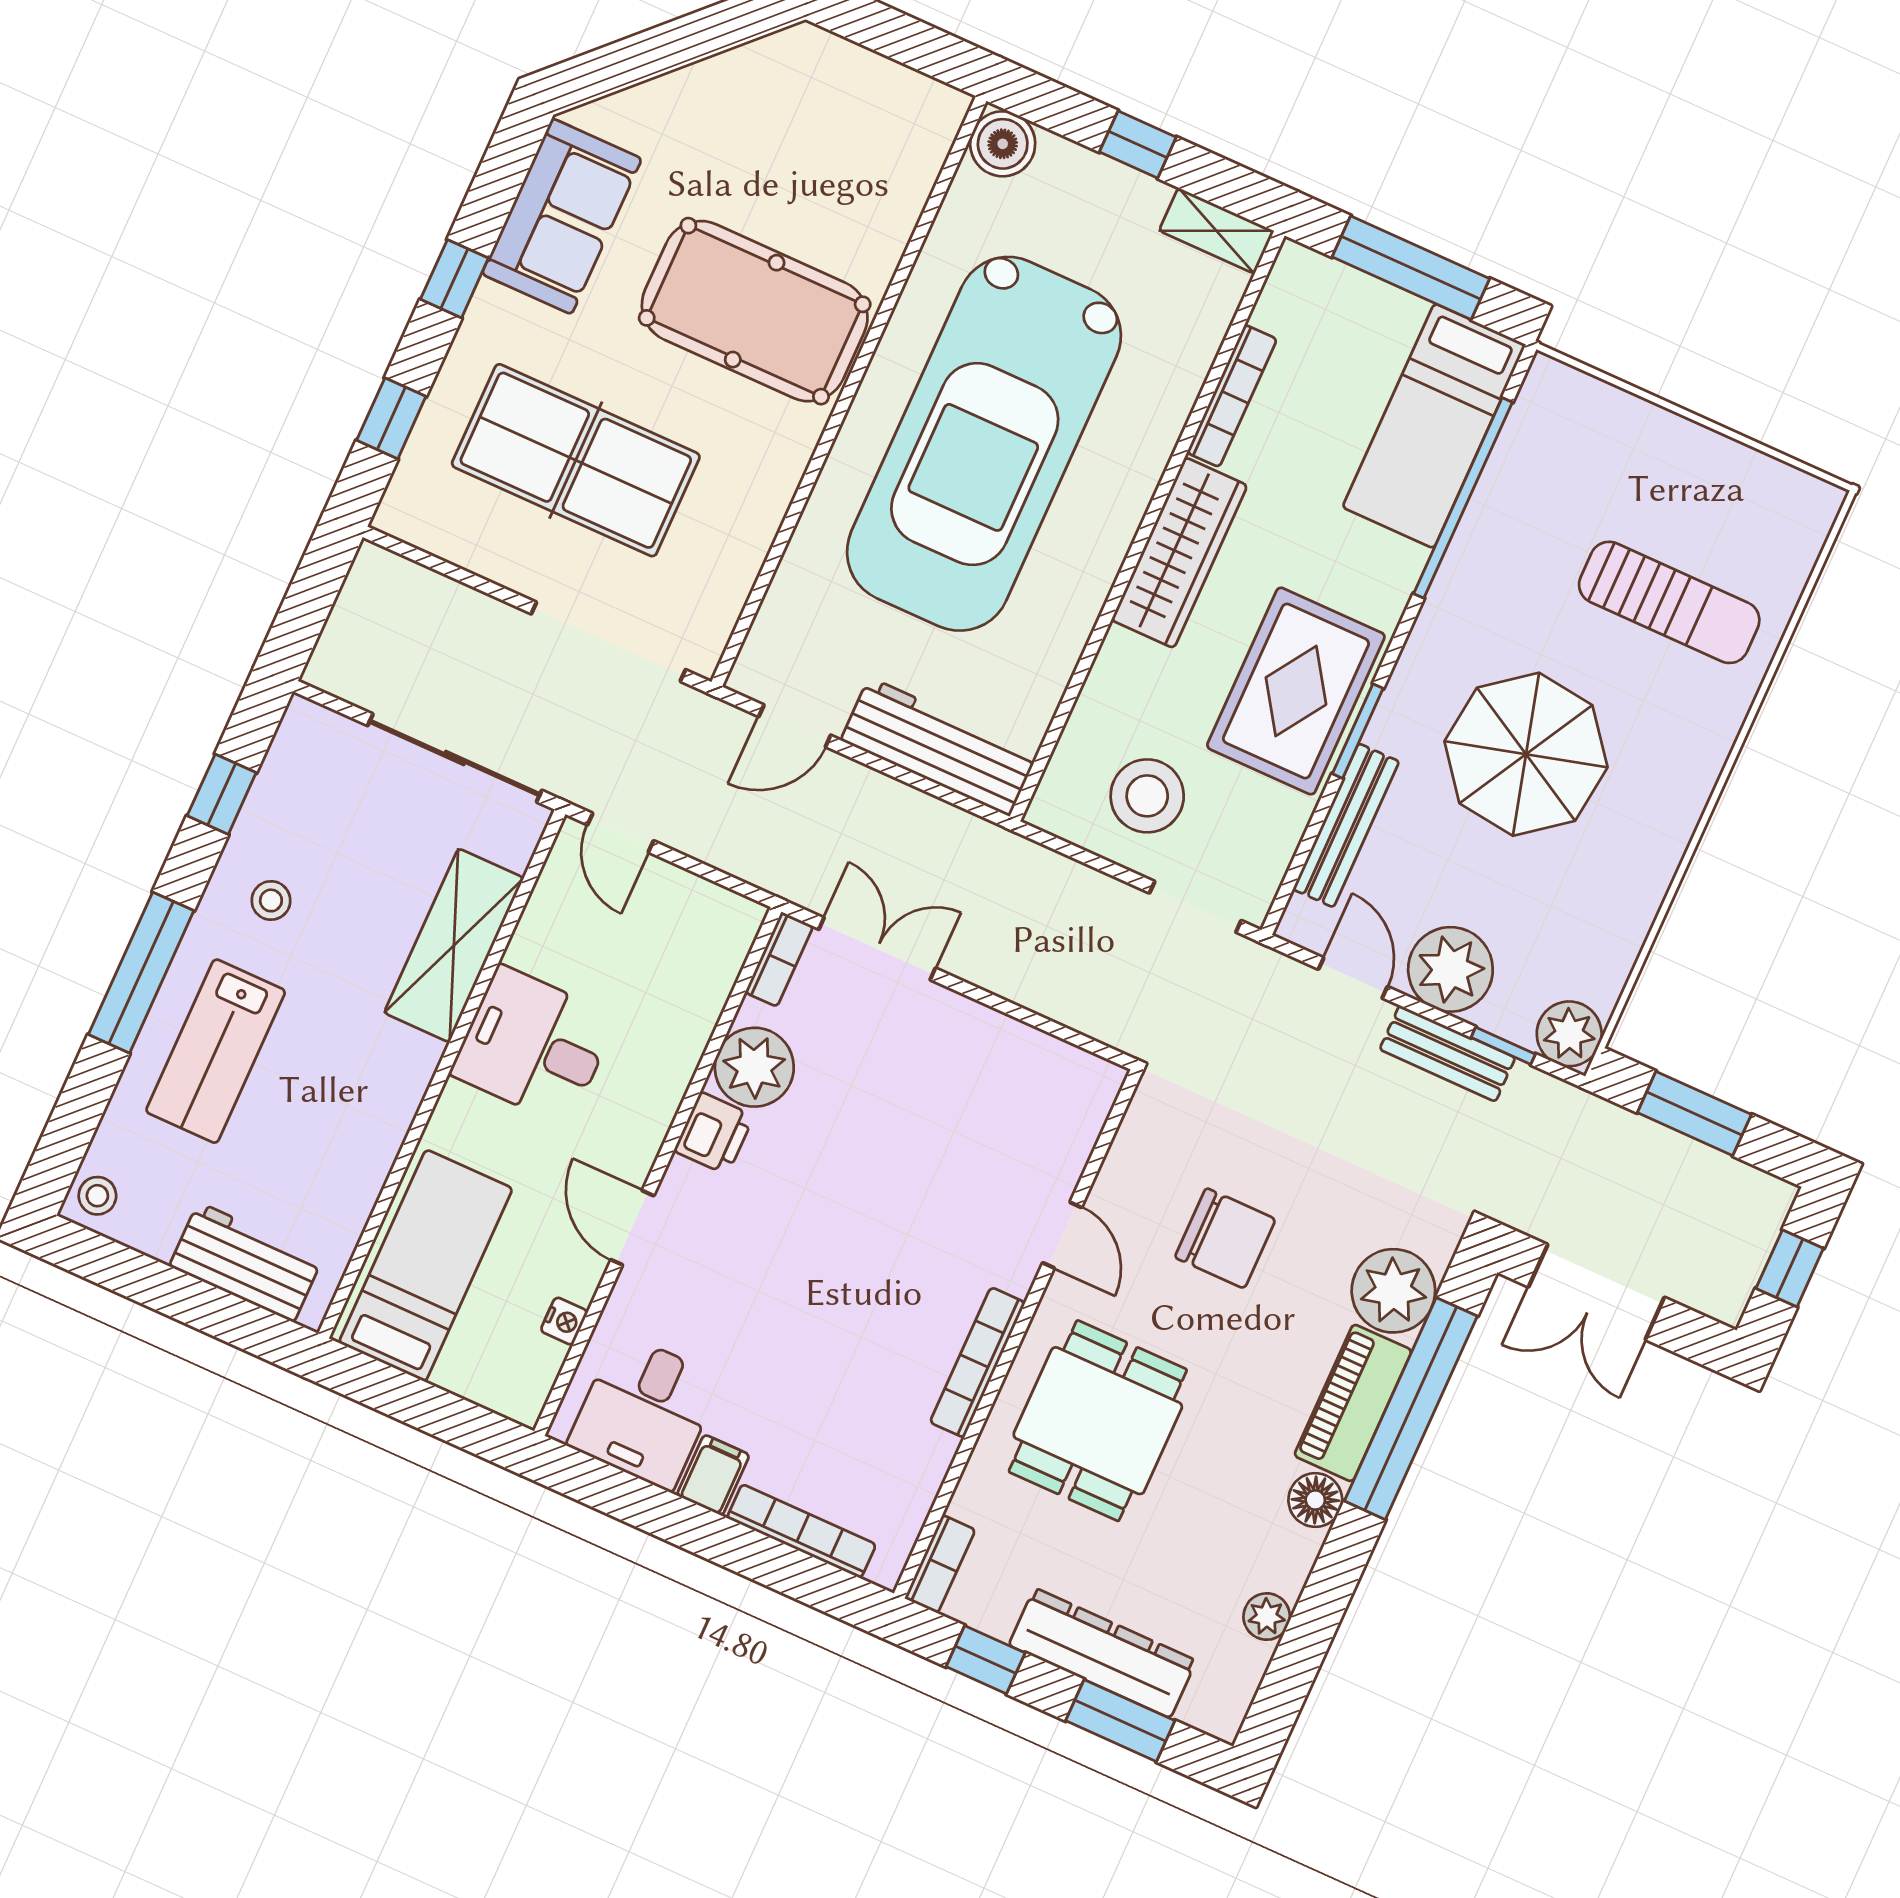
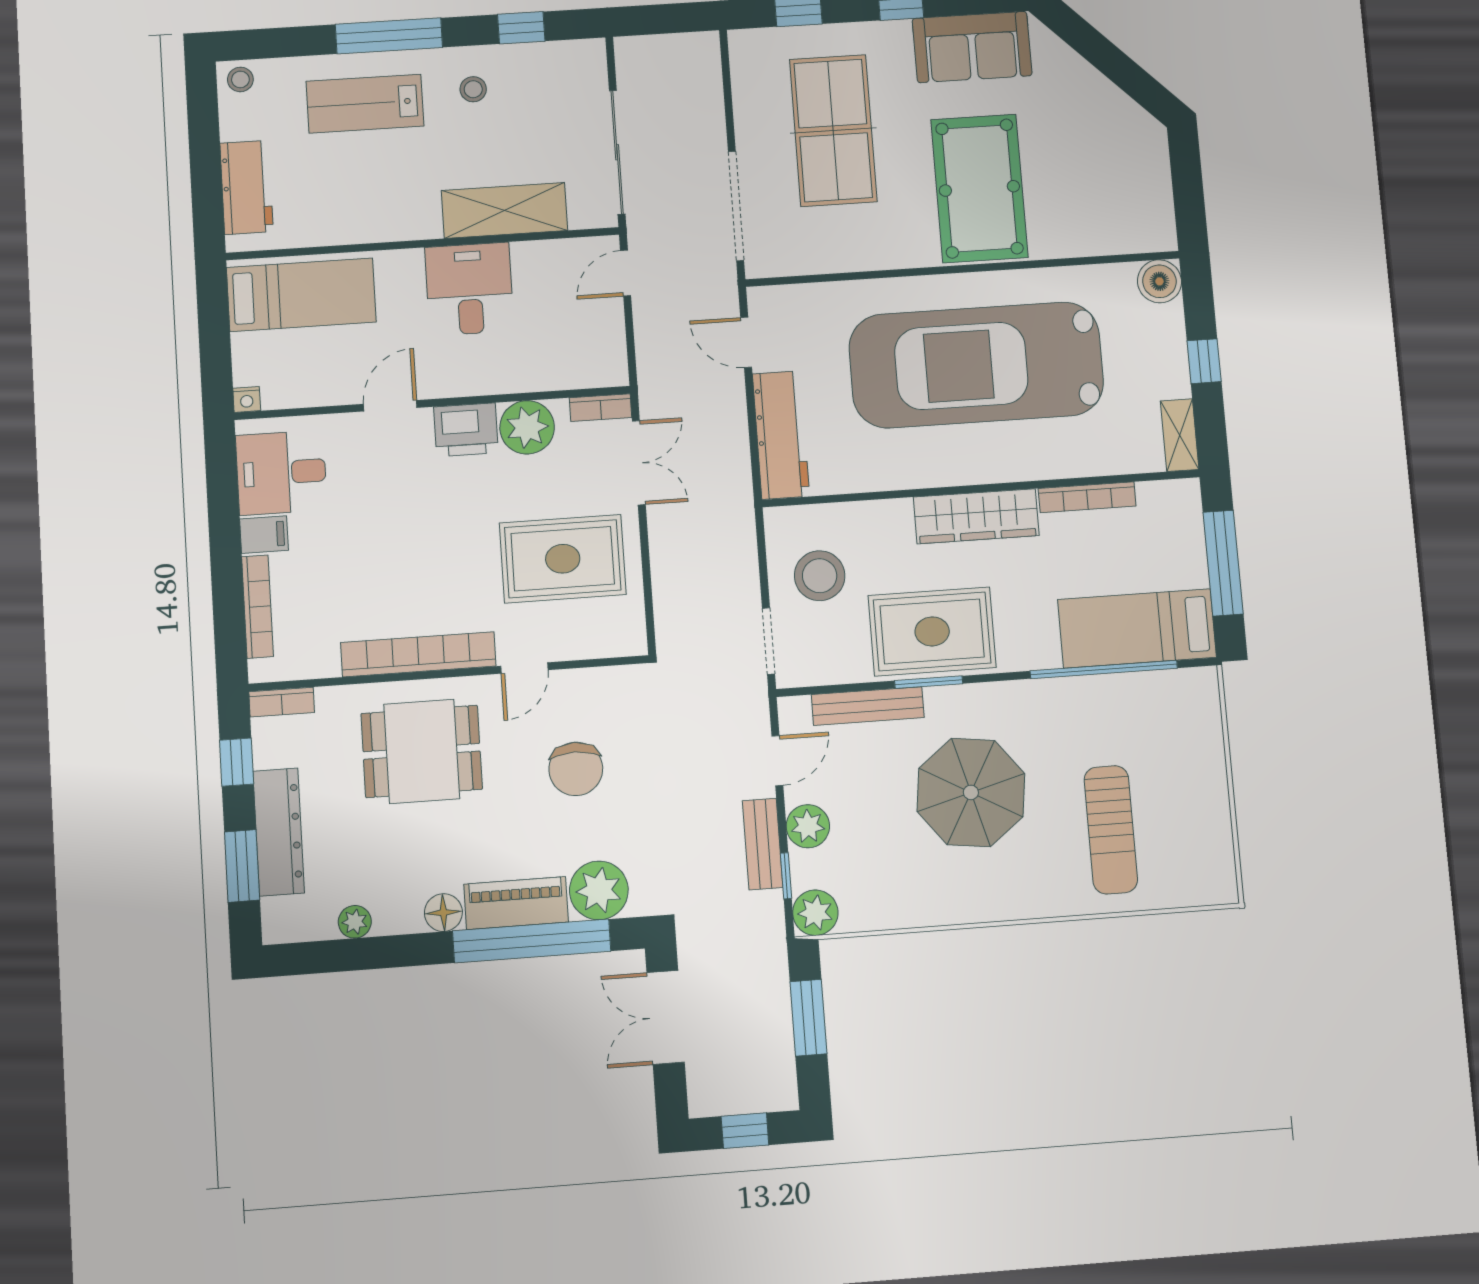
plant: (1450, 969) -> (808, 826), width x0.73, depth x0.73
rug: (949, 1112) -> (563, 559), added
printer: (714, 1133) -> (466, 430), width x1.36, depth x1.24
nightstand: (564, 1321) -> (247, 399), moved
bookcase: (978, 1362) -> (418, 654), width x1.48, depth x1.31

